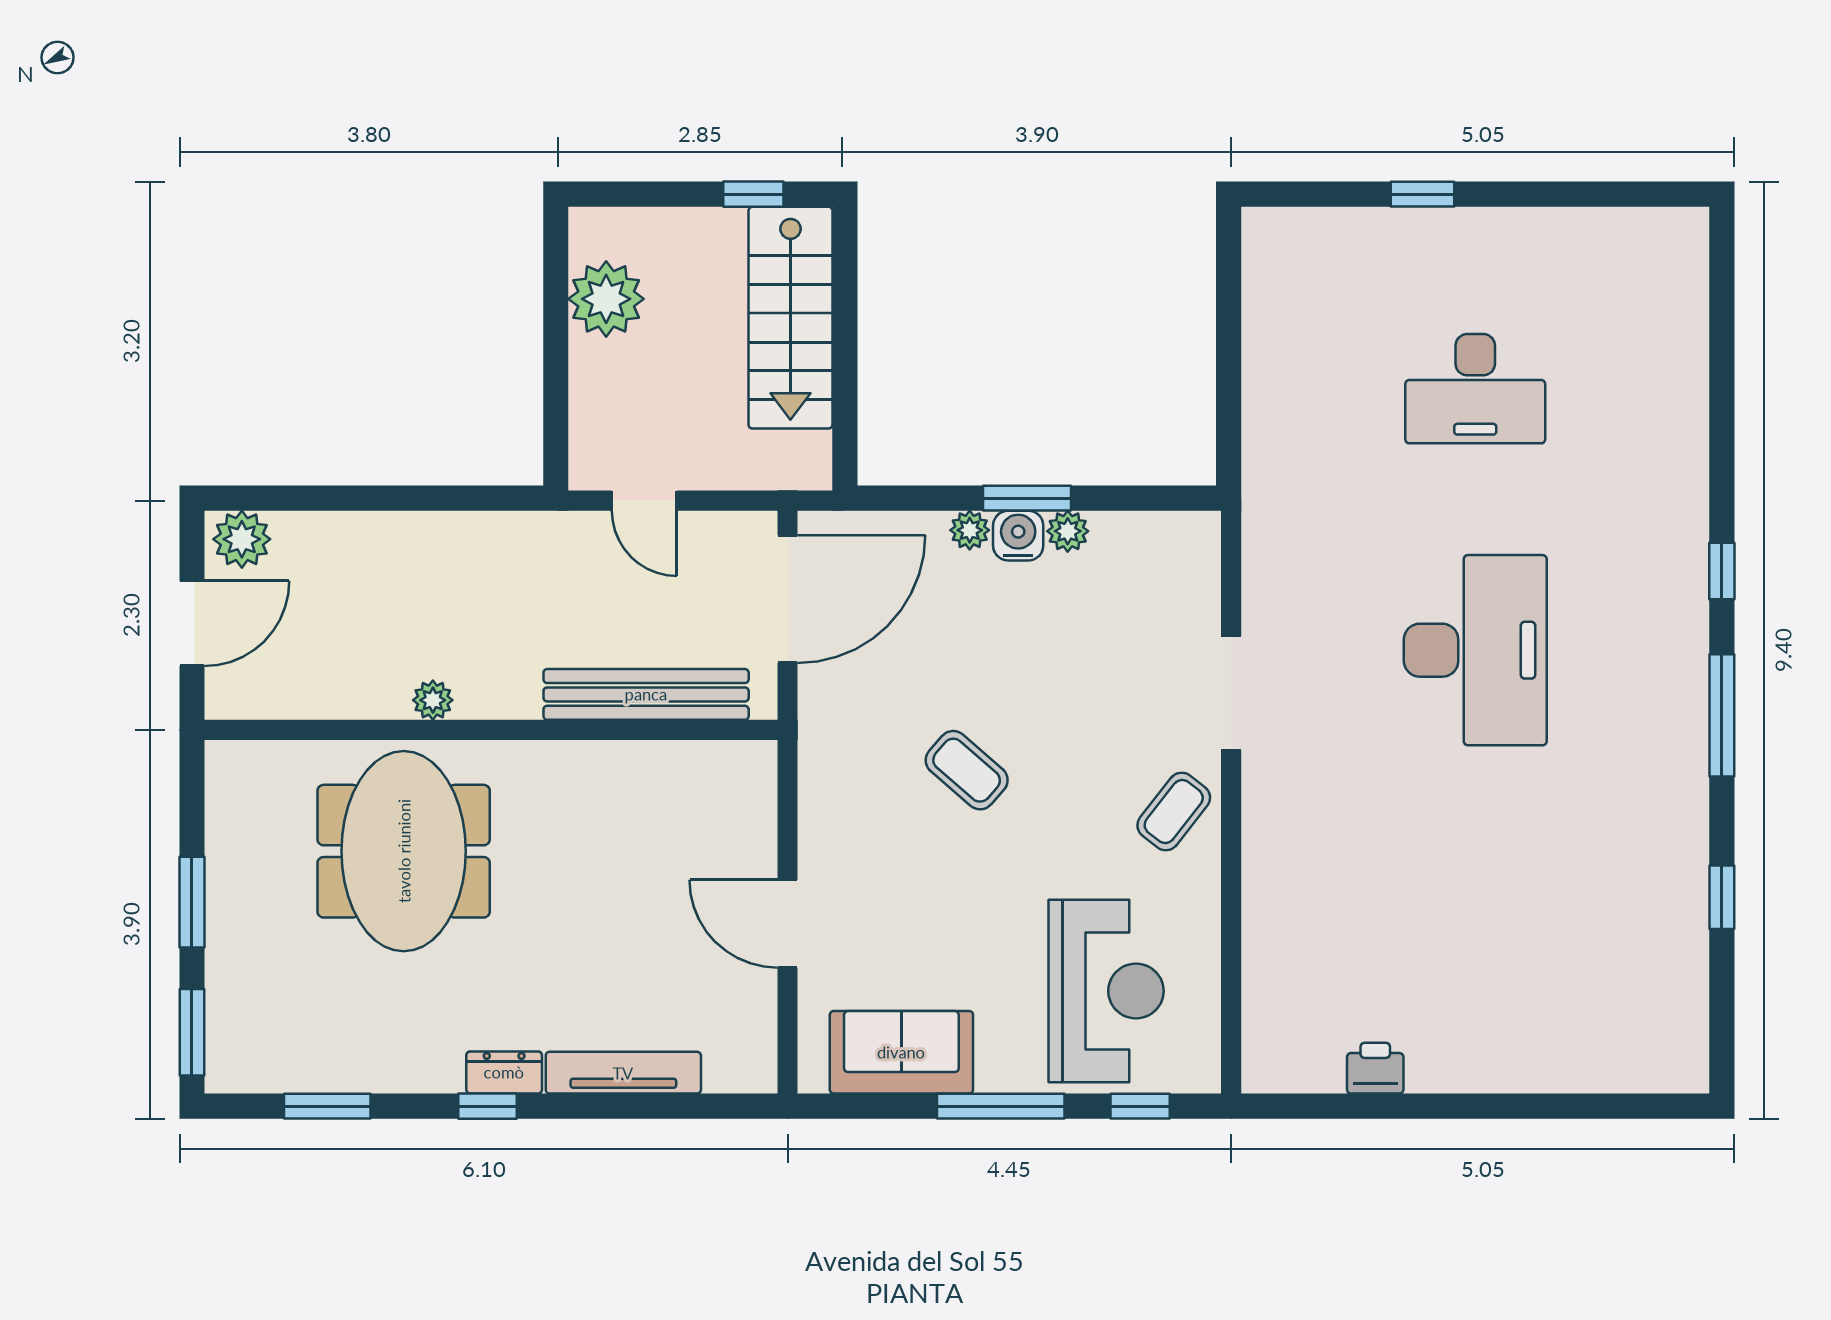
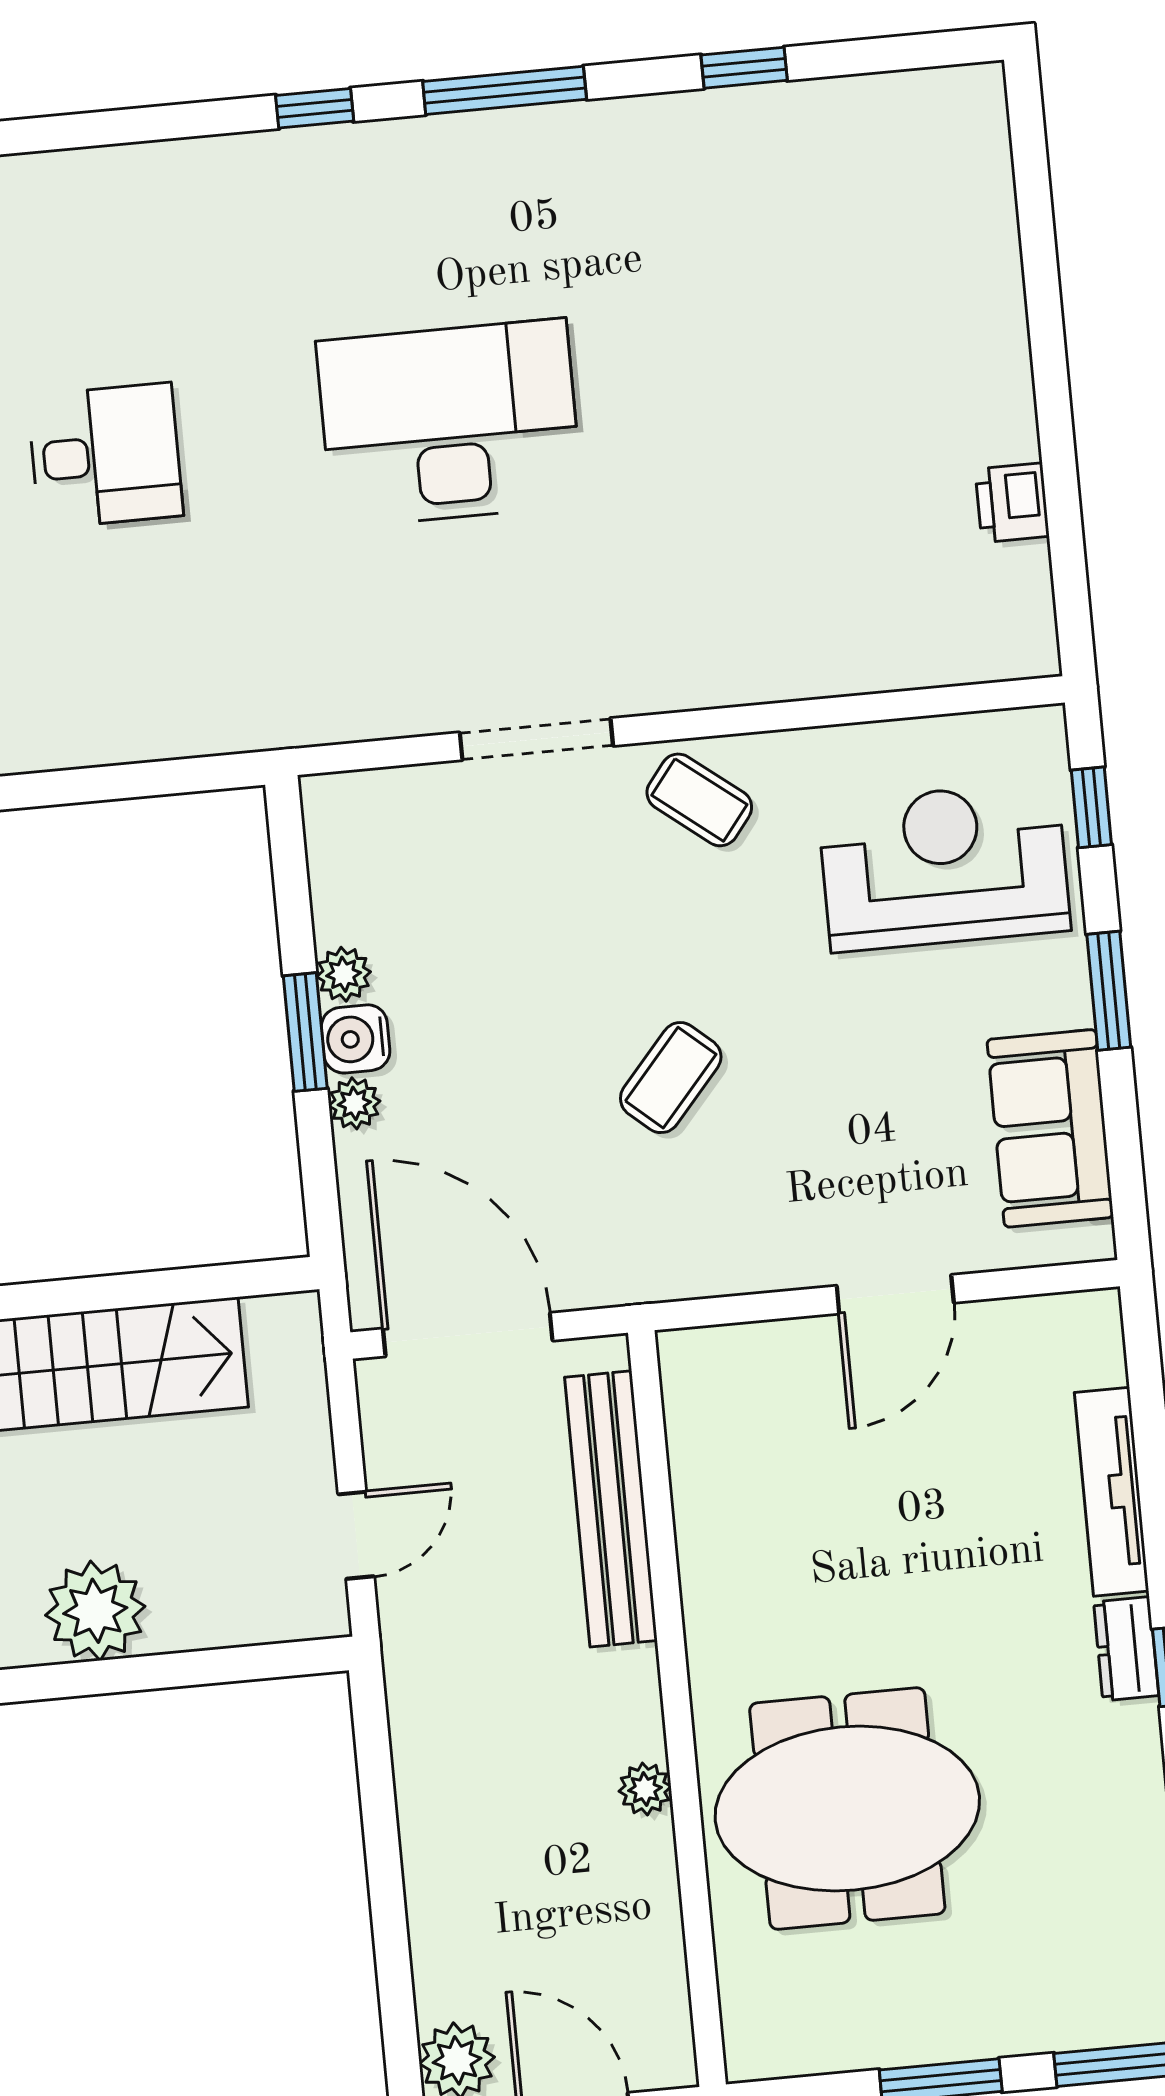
desk: (1475, 389) -> (105, 456), width x0.73
window: (1001, 1106) -> (1109, 991), width x0.69

